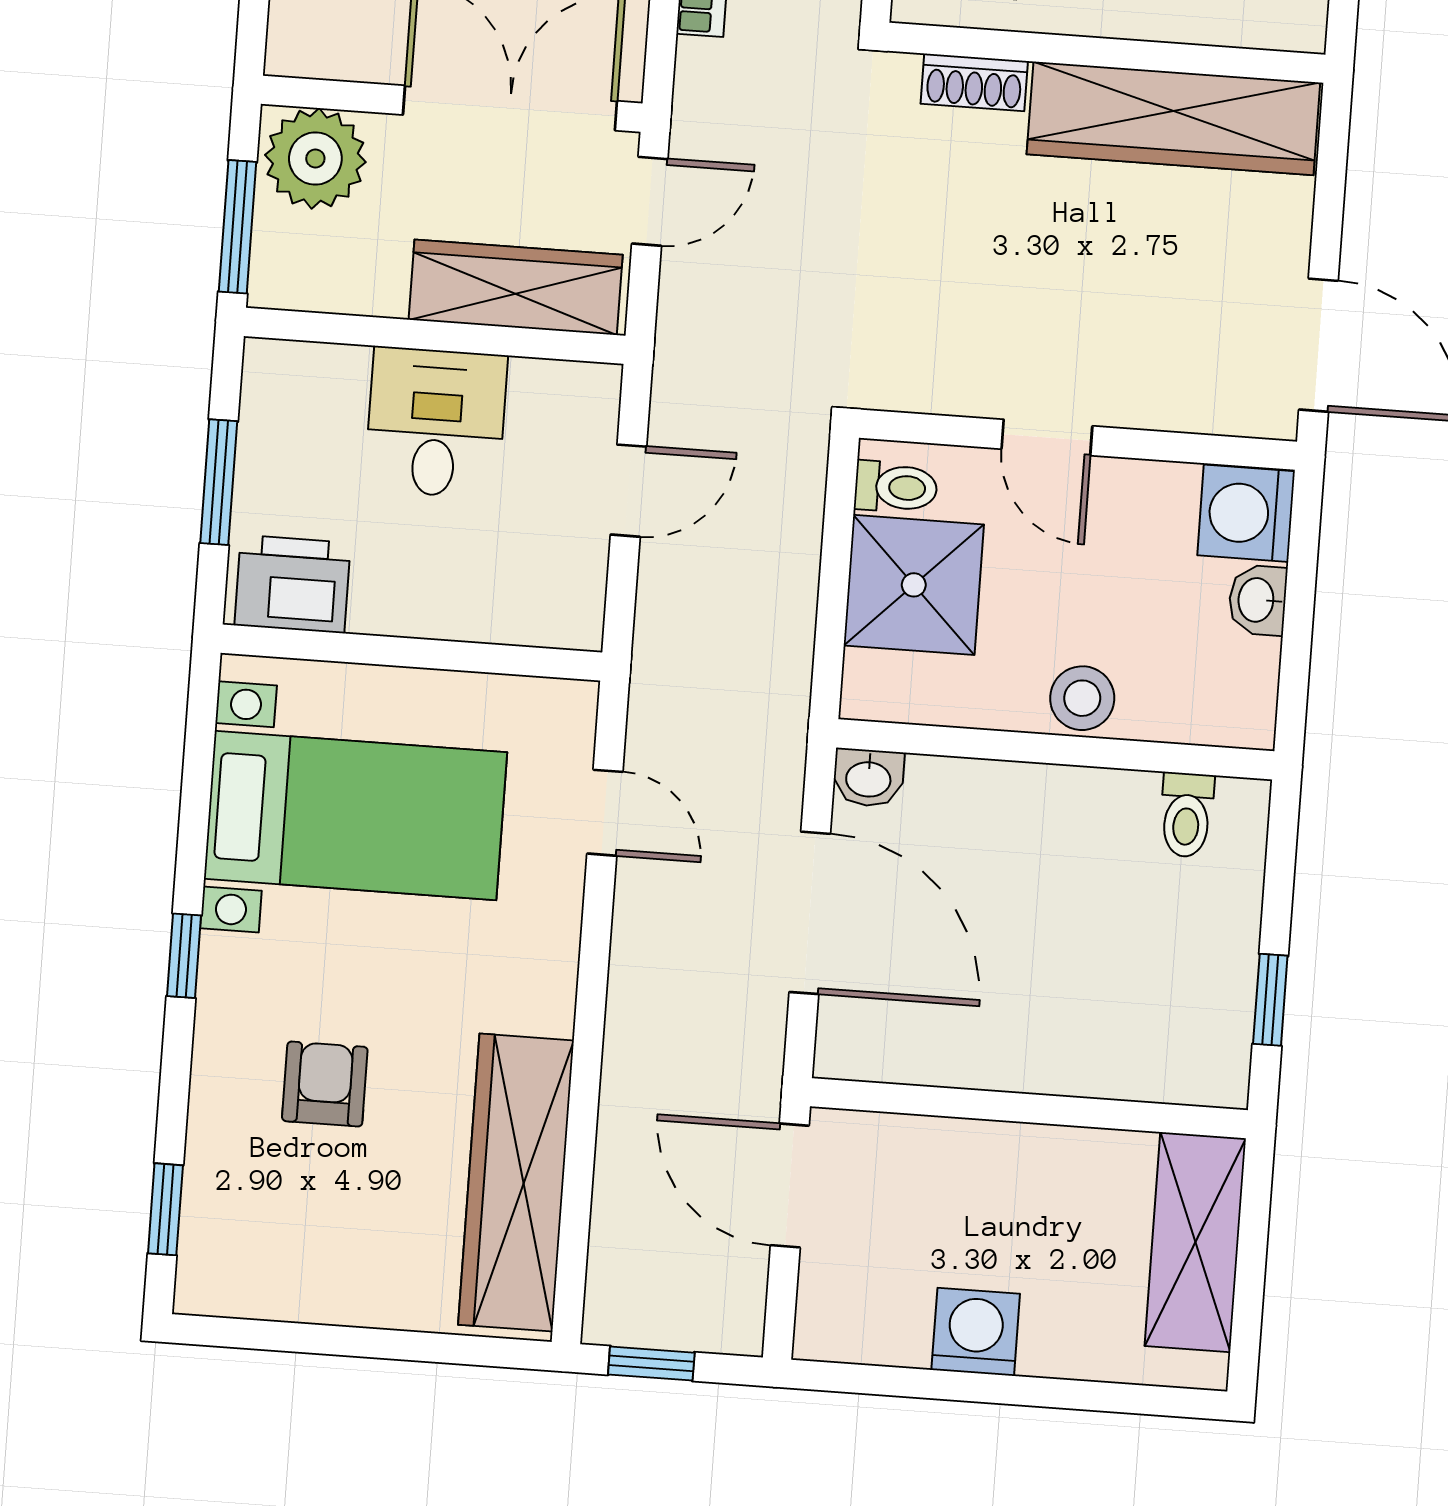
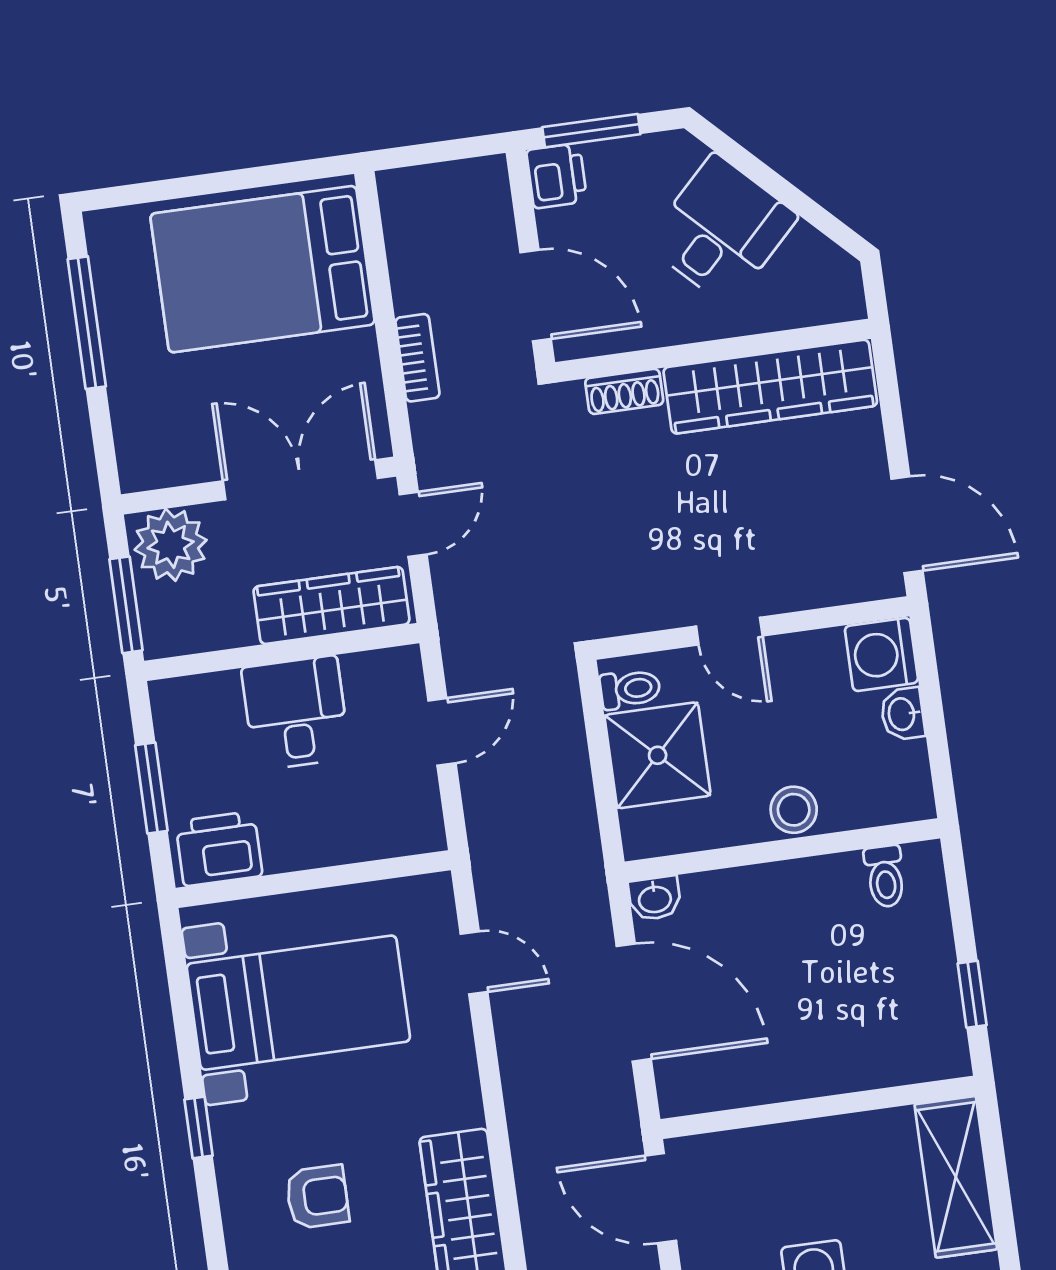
armchair: (325, 1084) -> (317, 1197), turned 90

